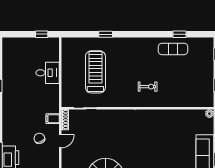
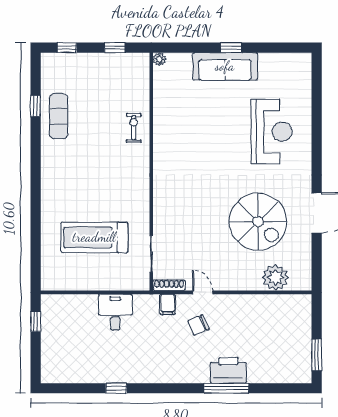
window: (106, 34) -> (36, 221), removed
desk: (48, 73) -> (115, 312), moved
exercise bike: (148, 87) -> (134, 128), moved

